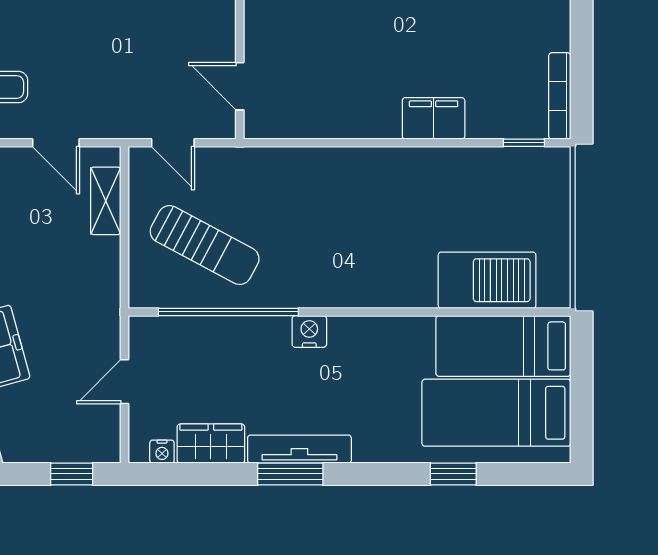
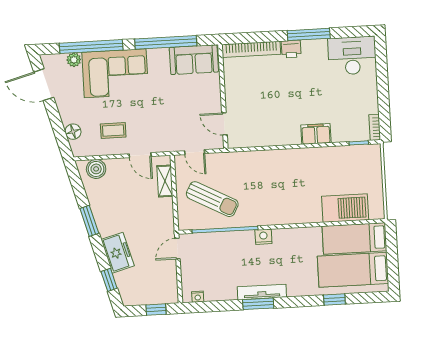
bookcase: (560, 96) -> (375, 127), width x0.64
door: (125, 382) -> (177, 249), moved
wardrobe: (211, 444) -> (220, 292), removed

